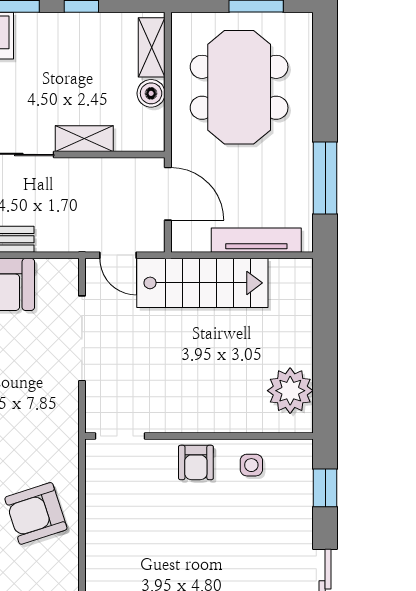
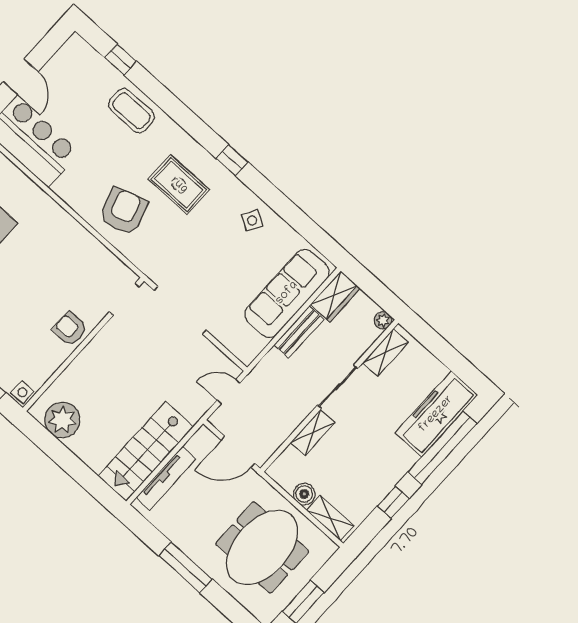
meeting table: (239, 87) -> (262, 547), turned 90
window: (325, 178) -> (185, 567), moved
stairs: (202, 283) -> (146, 451), moved
doorway: (82, 338) -> (180, 310), moved
side table: (251, 465) -> (22, 392), moved

